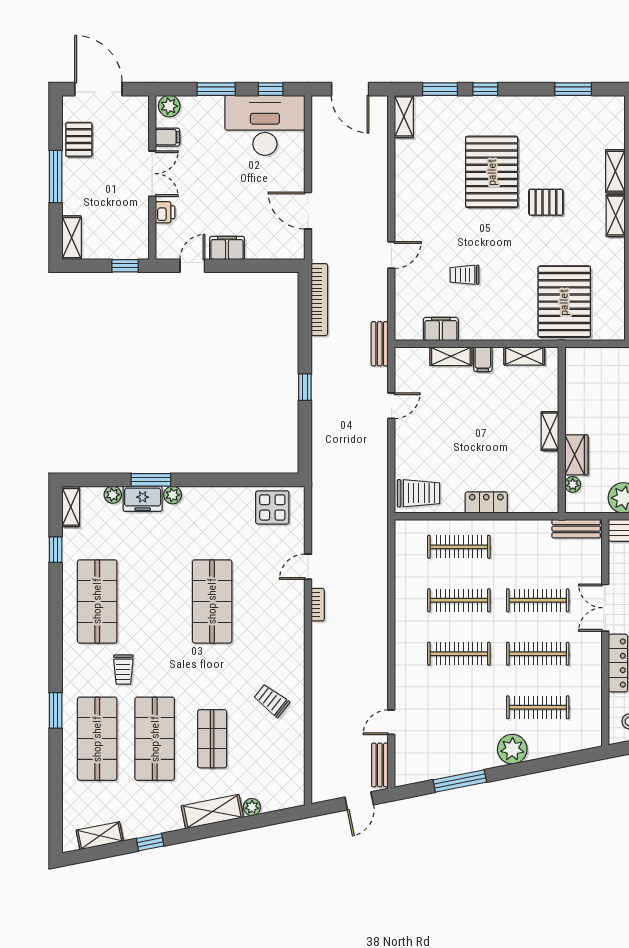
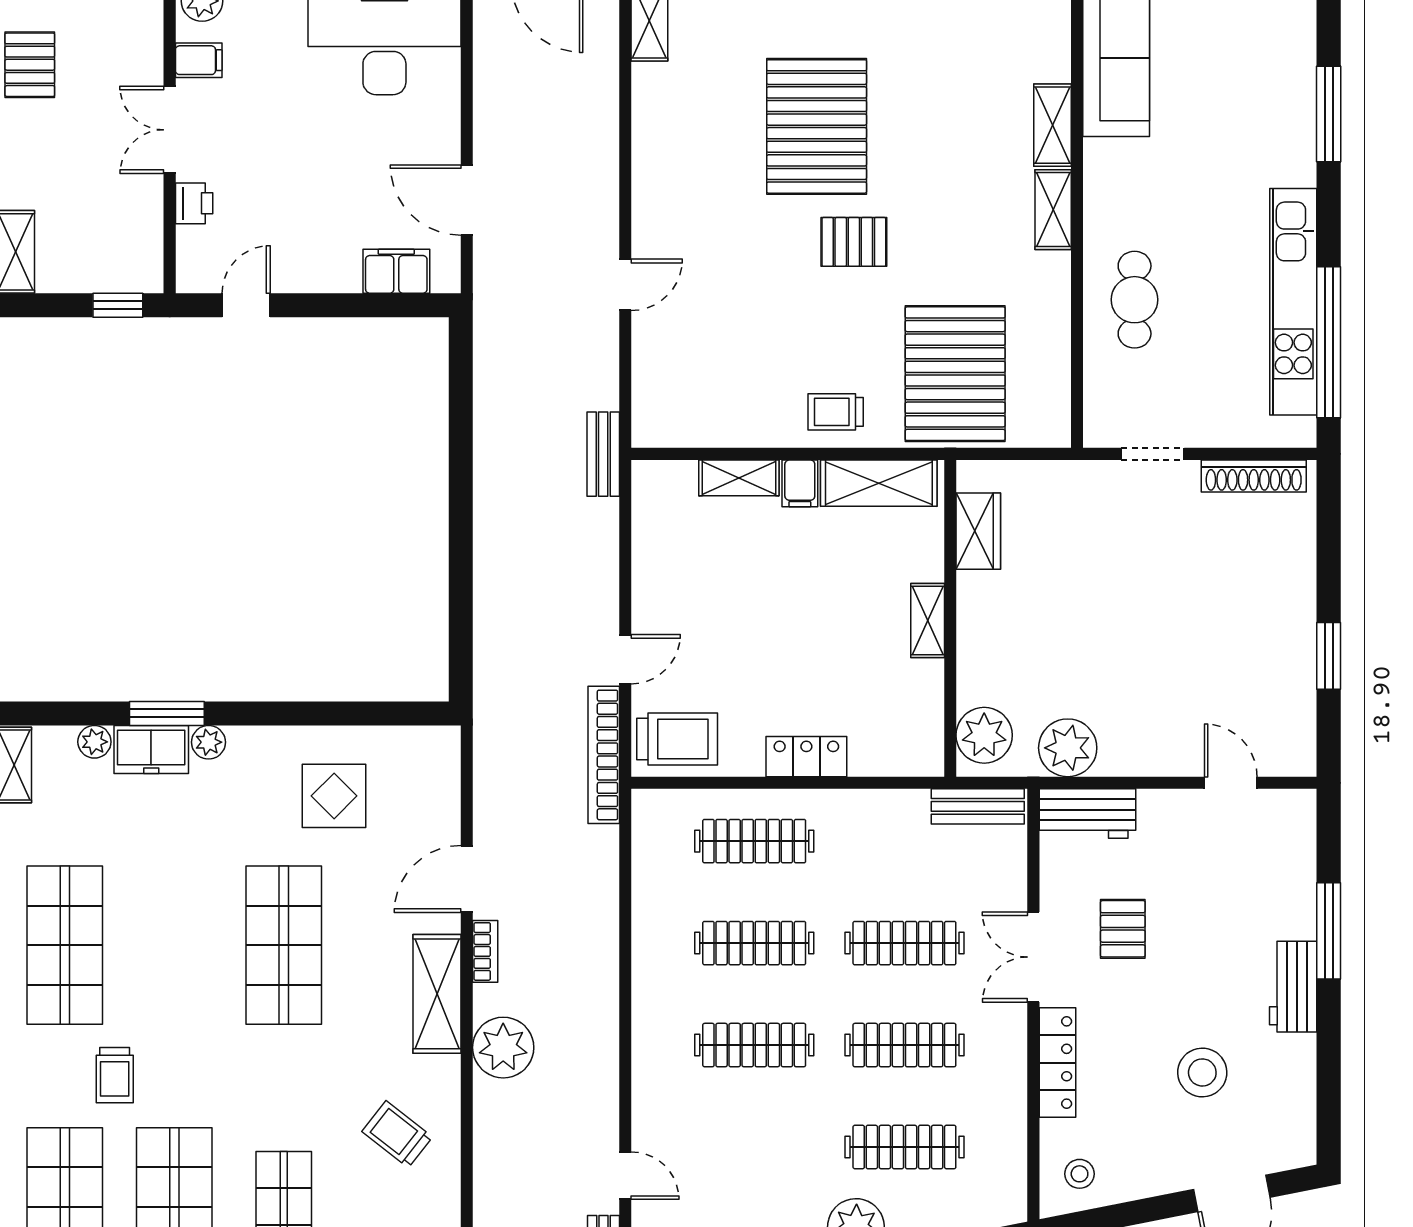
double door: (152, 174) -> (170, 130), swing flipped
pallet: (546, 202) -> (854, 242), moved
filing cabinet: (227, 248) -> (396, 271), moved
trolley: (465, 275) -> (836, 412), moved
bookcase: (319, 300) -> (604, 755), moved, turned 180
filing cabinet: (441, 329) -> (720, 426), removed
shelving: (524, 356) -> (879, 483), width x1.50, depth x1.33
window: (305, 387) -> (461, 537), removed
door: (391, 406) -> (625, 659), moved
wardrobe: (576, 455) -> (978, 531), moved
plant: (573, 484) -> (984, 735), width x1.88, depth x1.88
display table: (272, 507) -> (334, 796), moved
door: (308, 567) -> (467, 879), width x1.38
shelving: (292, 627) -> (437, 994), added
plant: (327, 655) -> (503, 1048), added
door: (391, 722) -> (625, 1176), swing flipped

